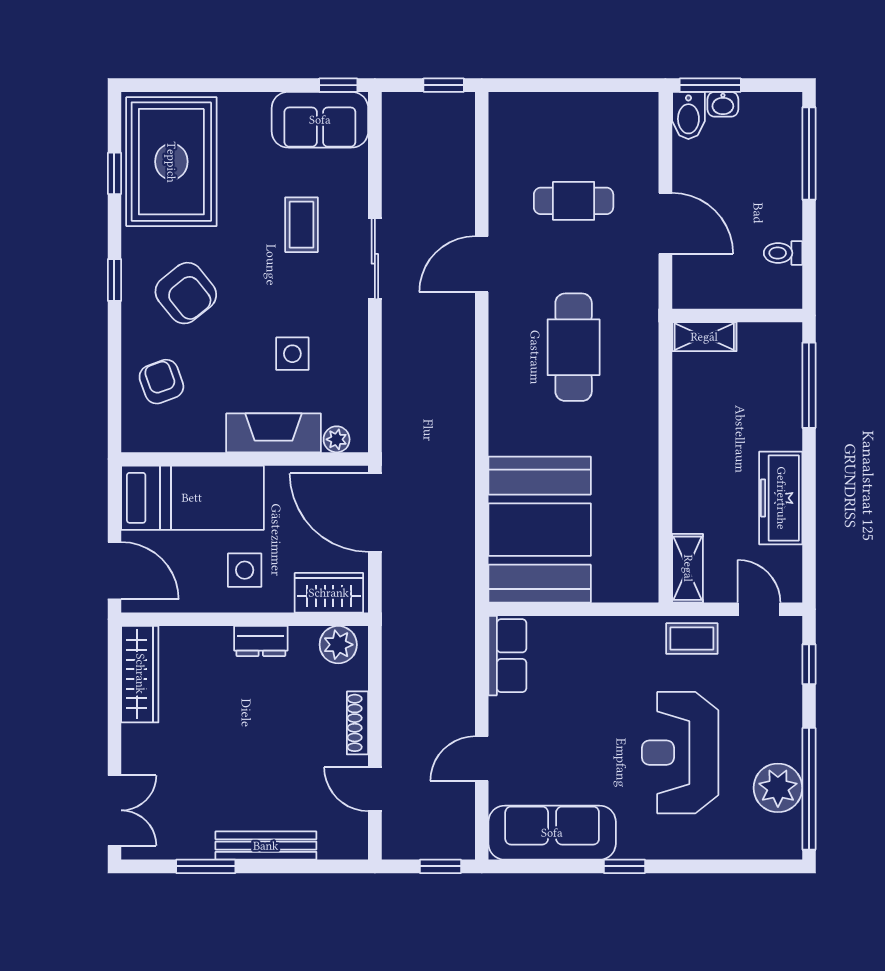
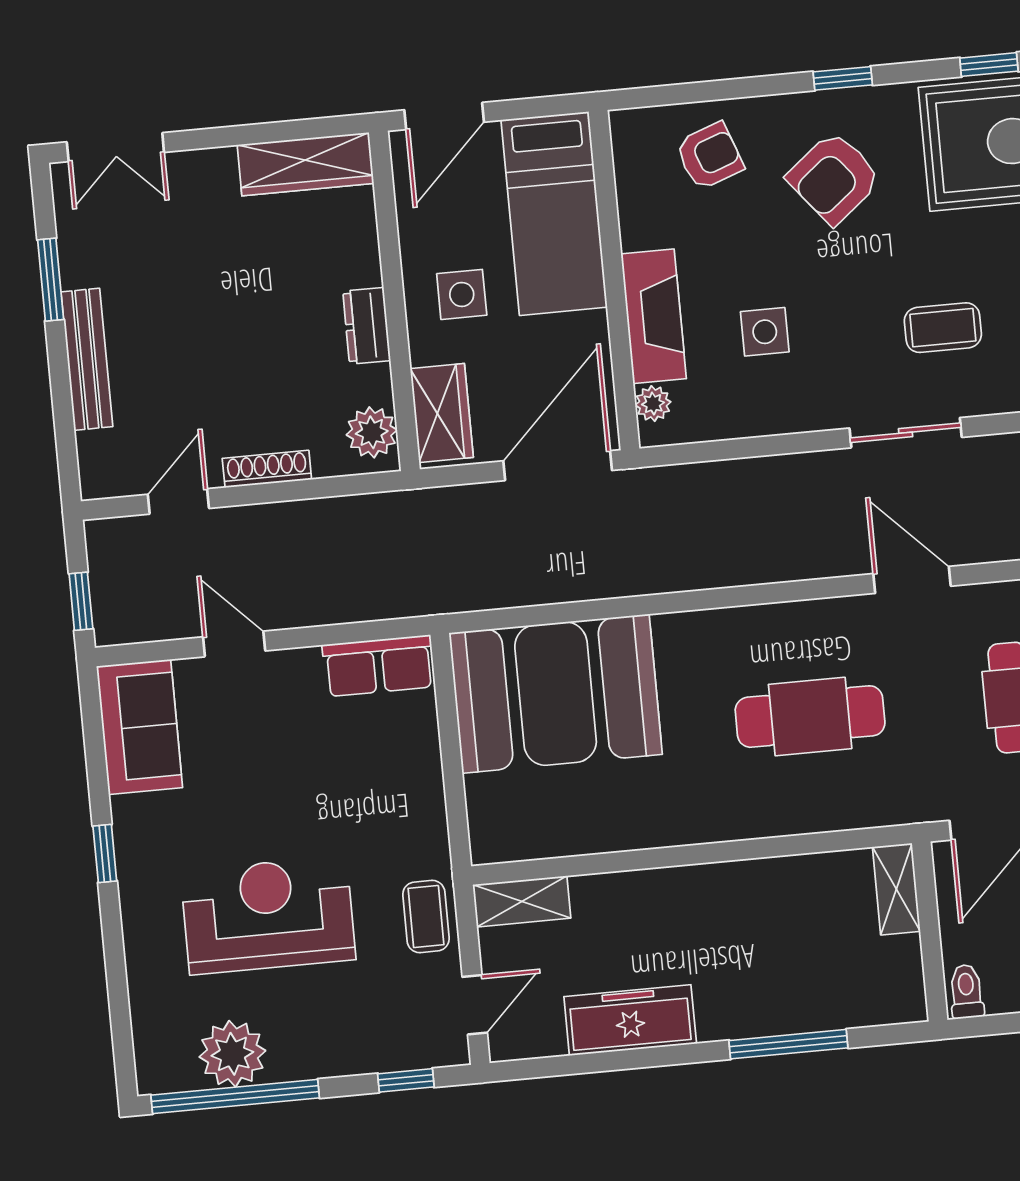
wall: (737, 315) -> (930, 932), moved
shelving: (704, 337) -> (896, 889), moved
sofa: (552, 833) -> (140, 727), width x0.73

